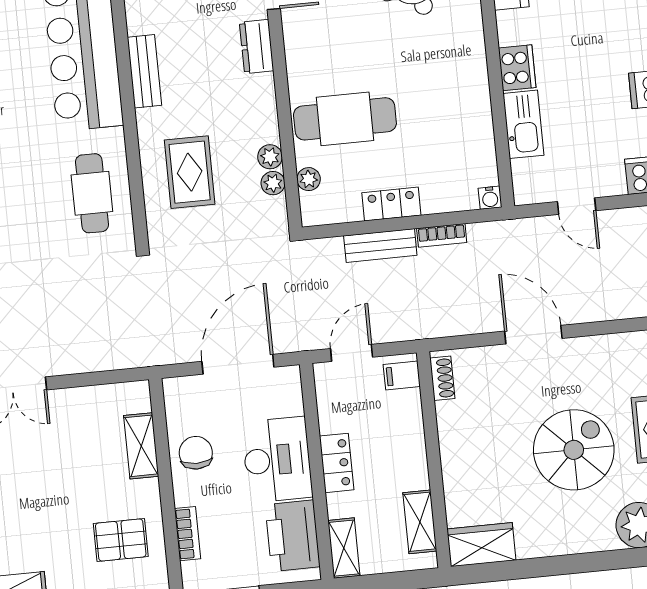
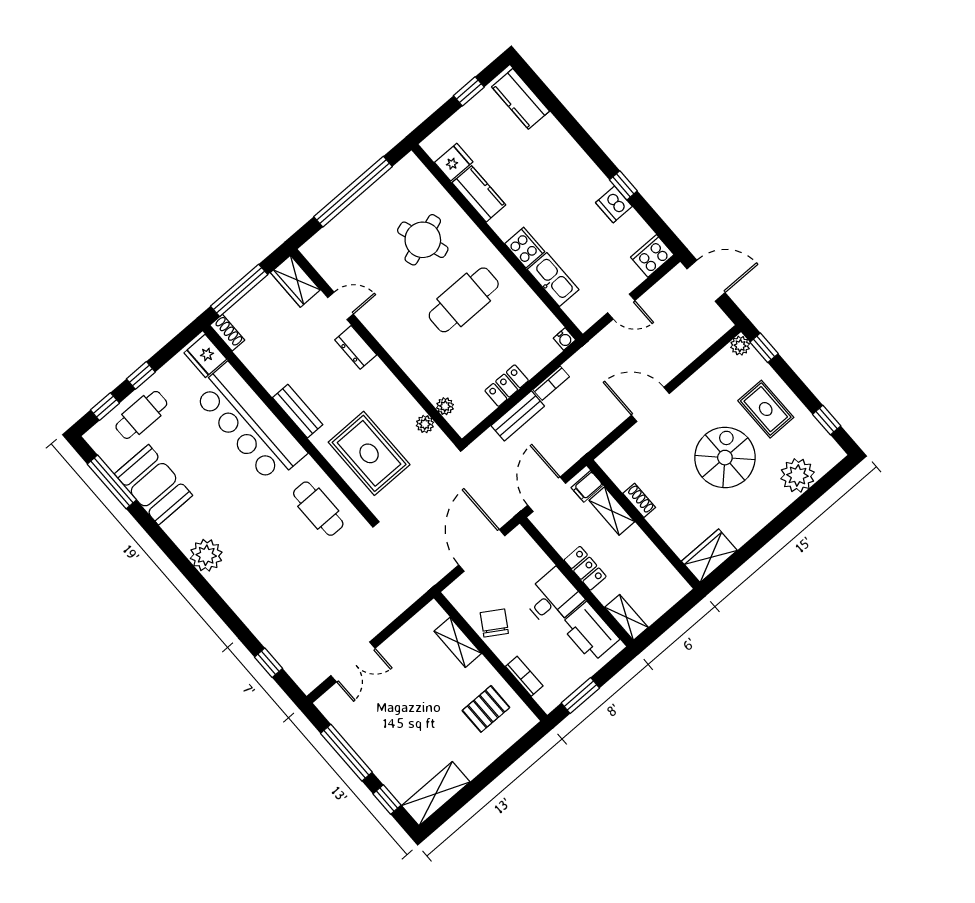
cafe table: (345, 119) -> (464, 300), moved
plant: (270, 157) -> (412, 409), removed
rug: (190, 172) -> (369, 453), width x1.36, depth x1.43
door: (352, 353) -> (547, 494), width x1.38
shoe rack: (442, 378) -> (639, 500), moved
chair: (196, 453) -> (494, 623), turned 32
desk: (277, 460) -> (553, 598), width x0.73
shelving: (420, 522) -> (612, 511), moved

